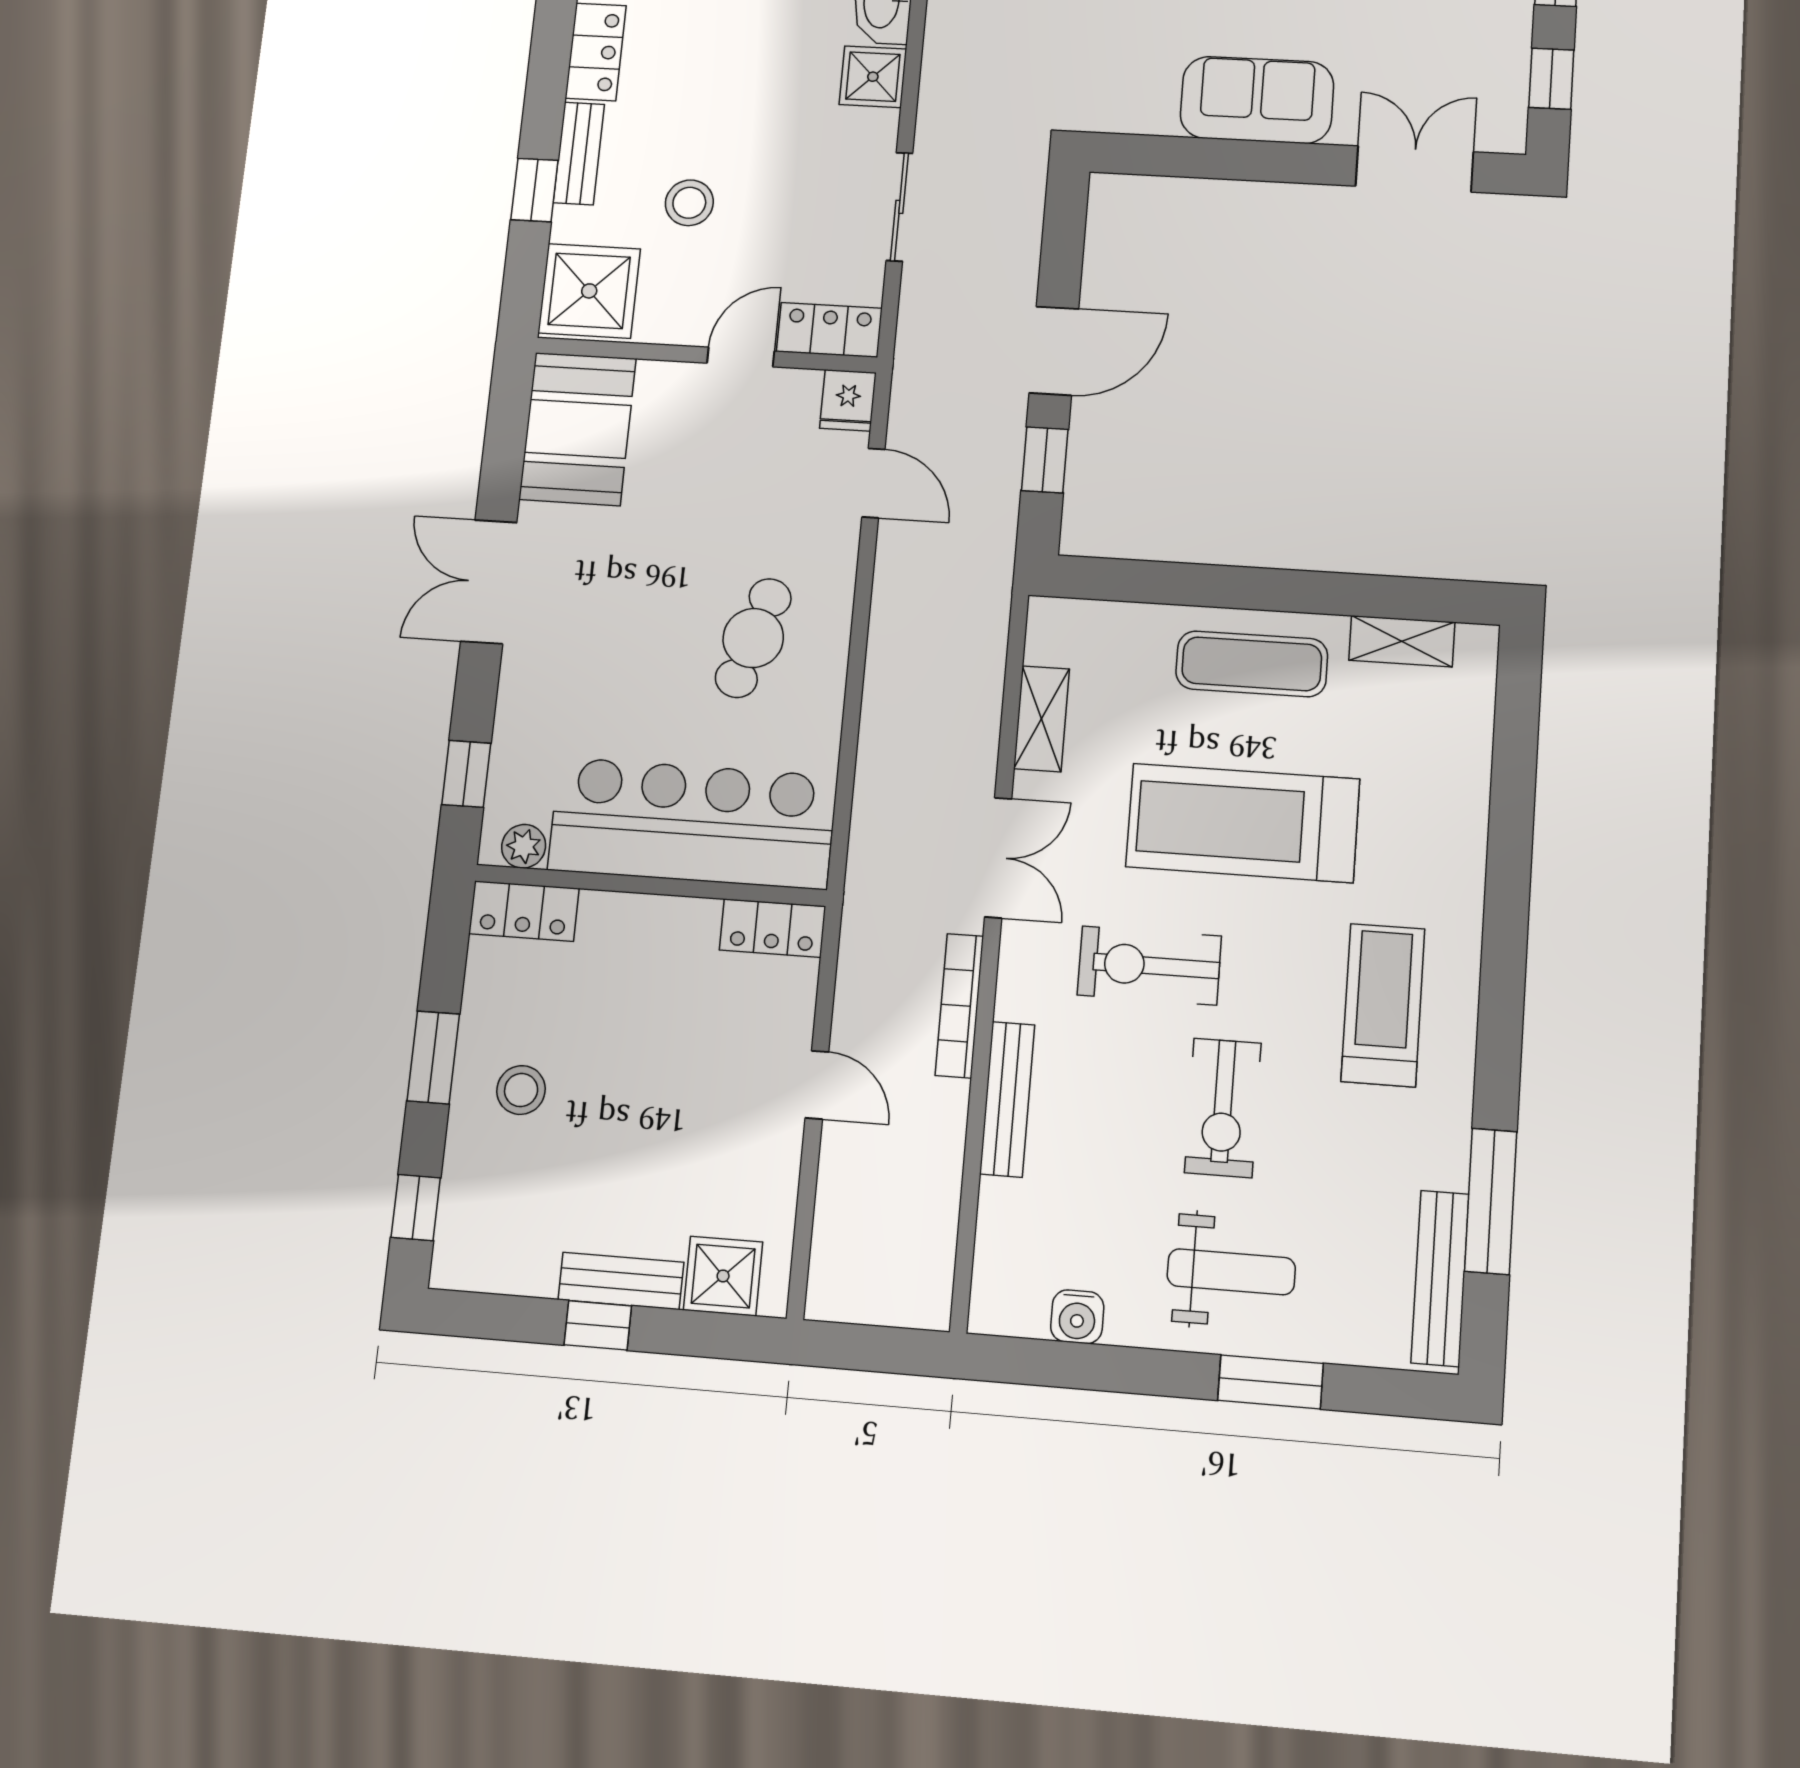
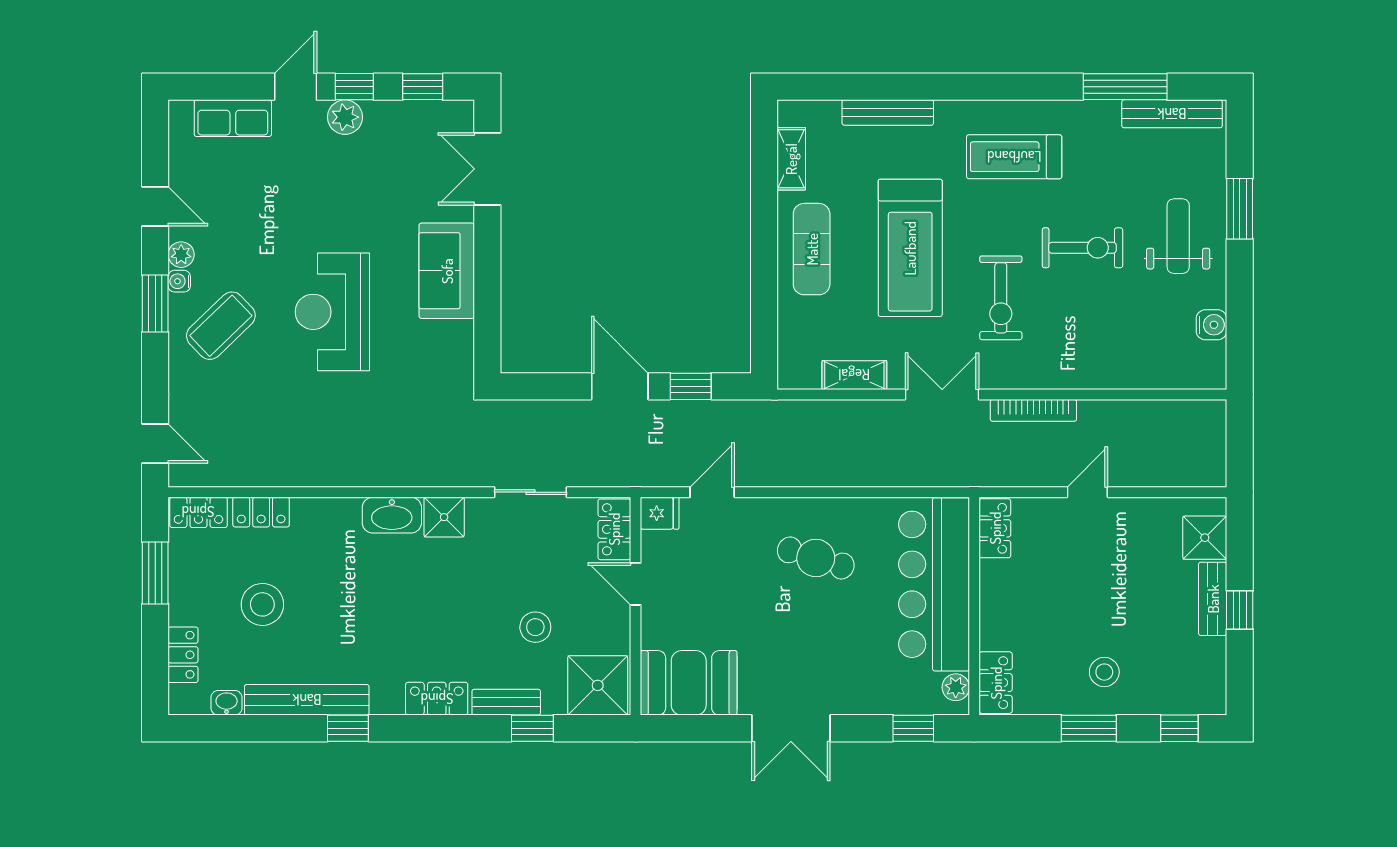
bench: (1007, 1099) -> (888, 113), moved

